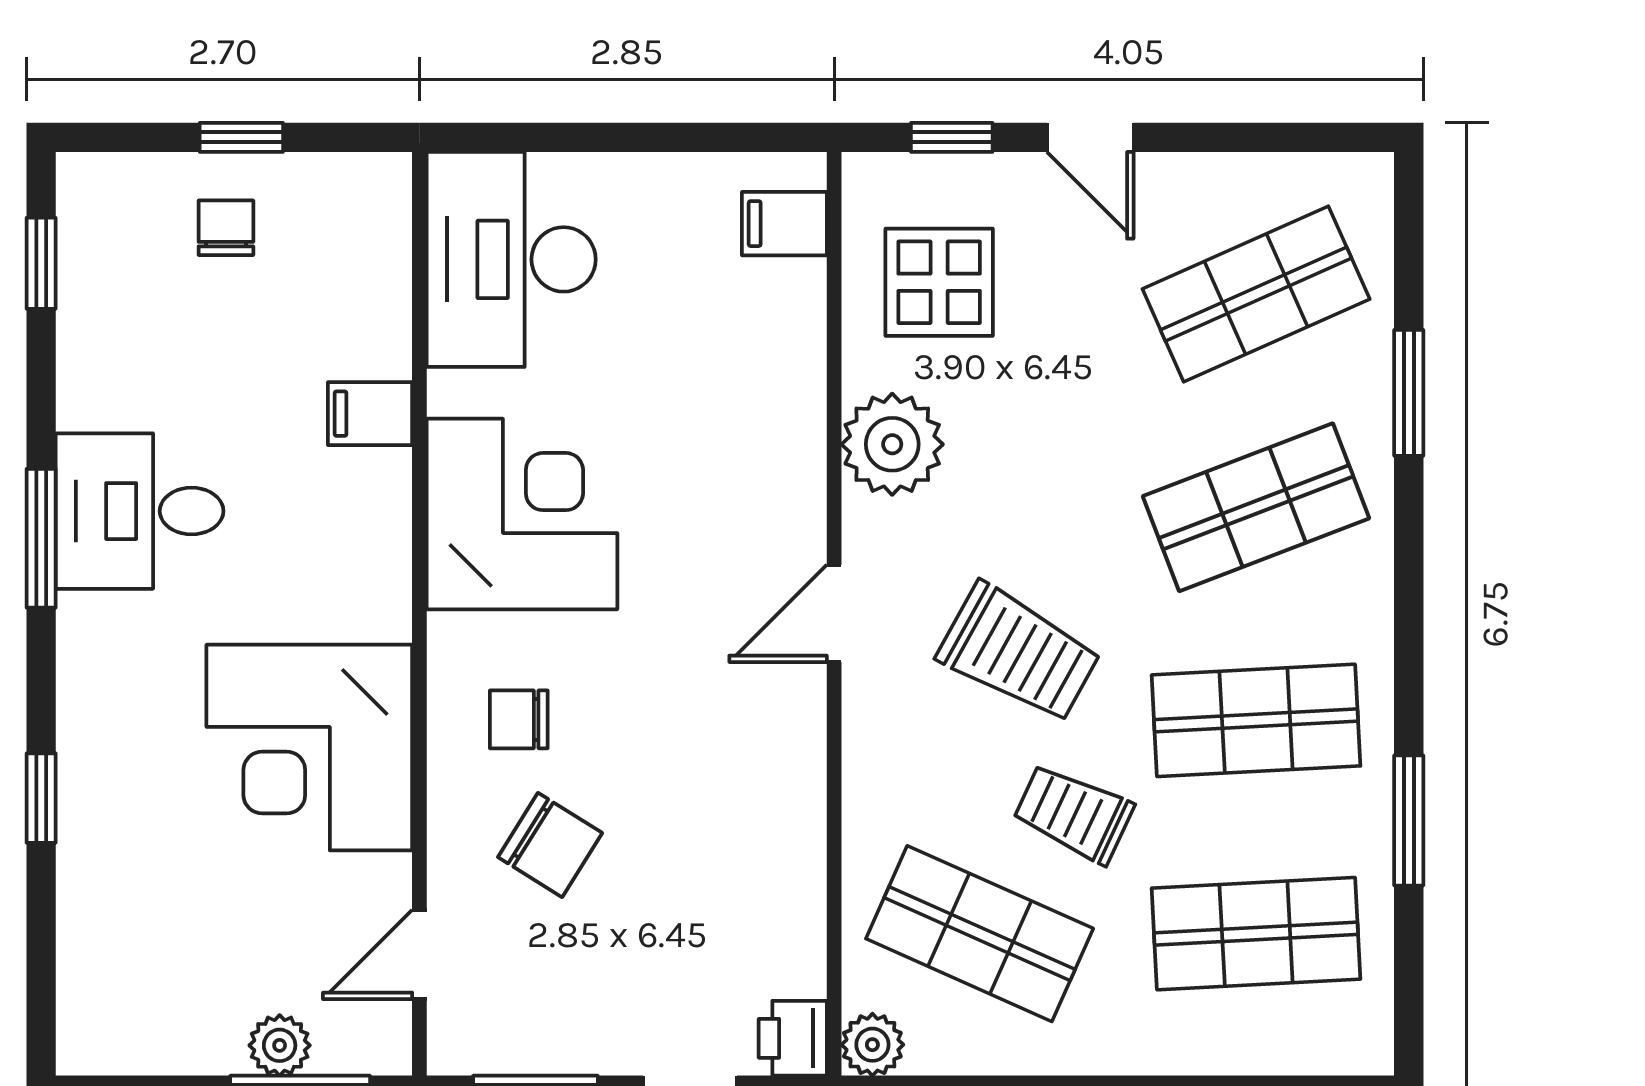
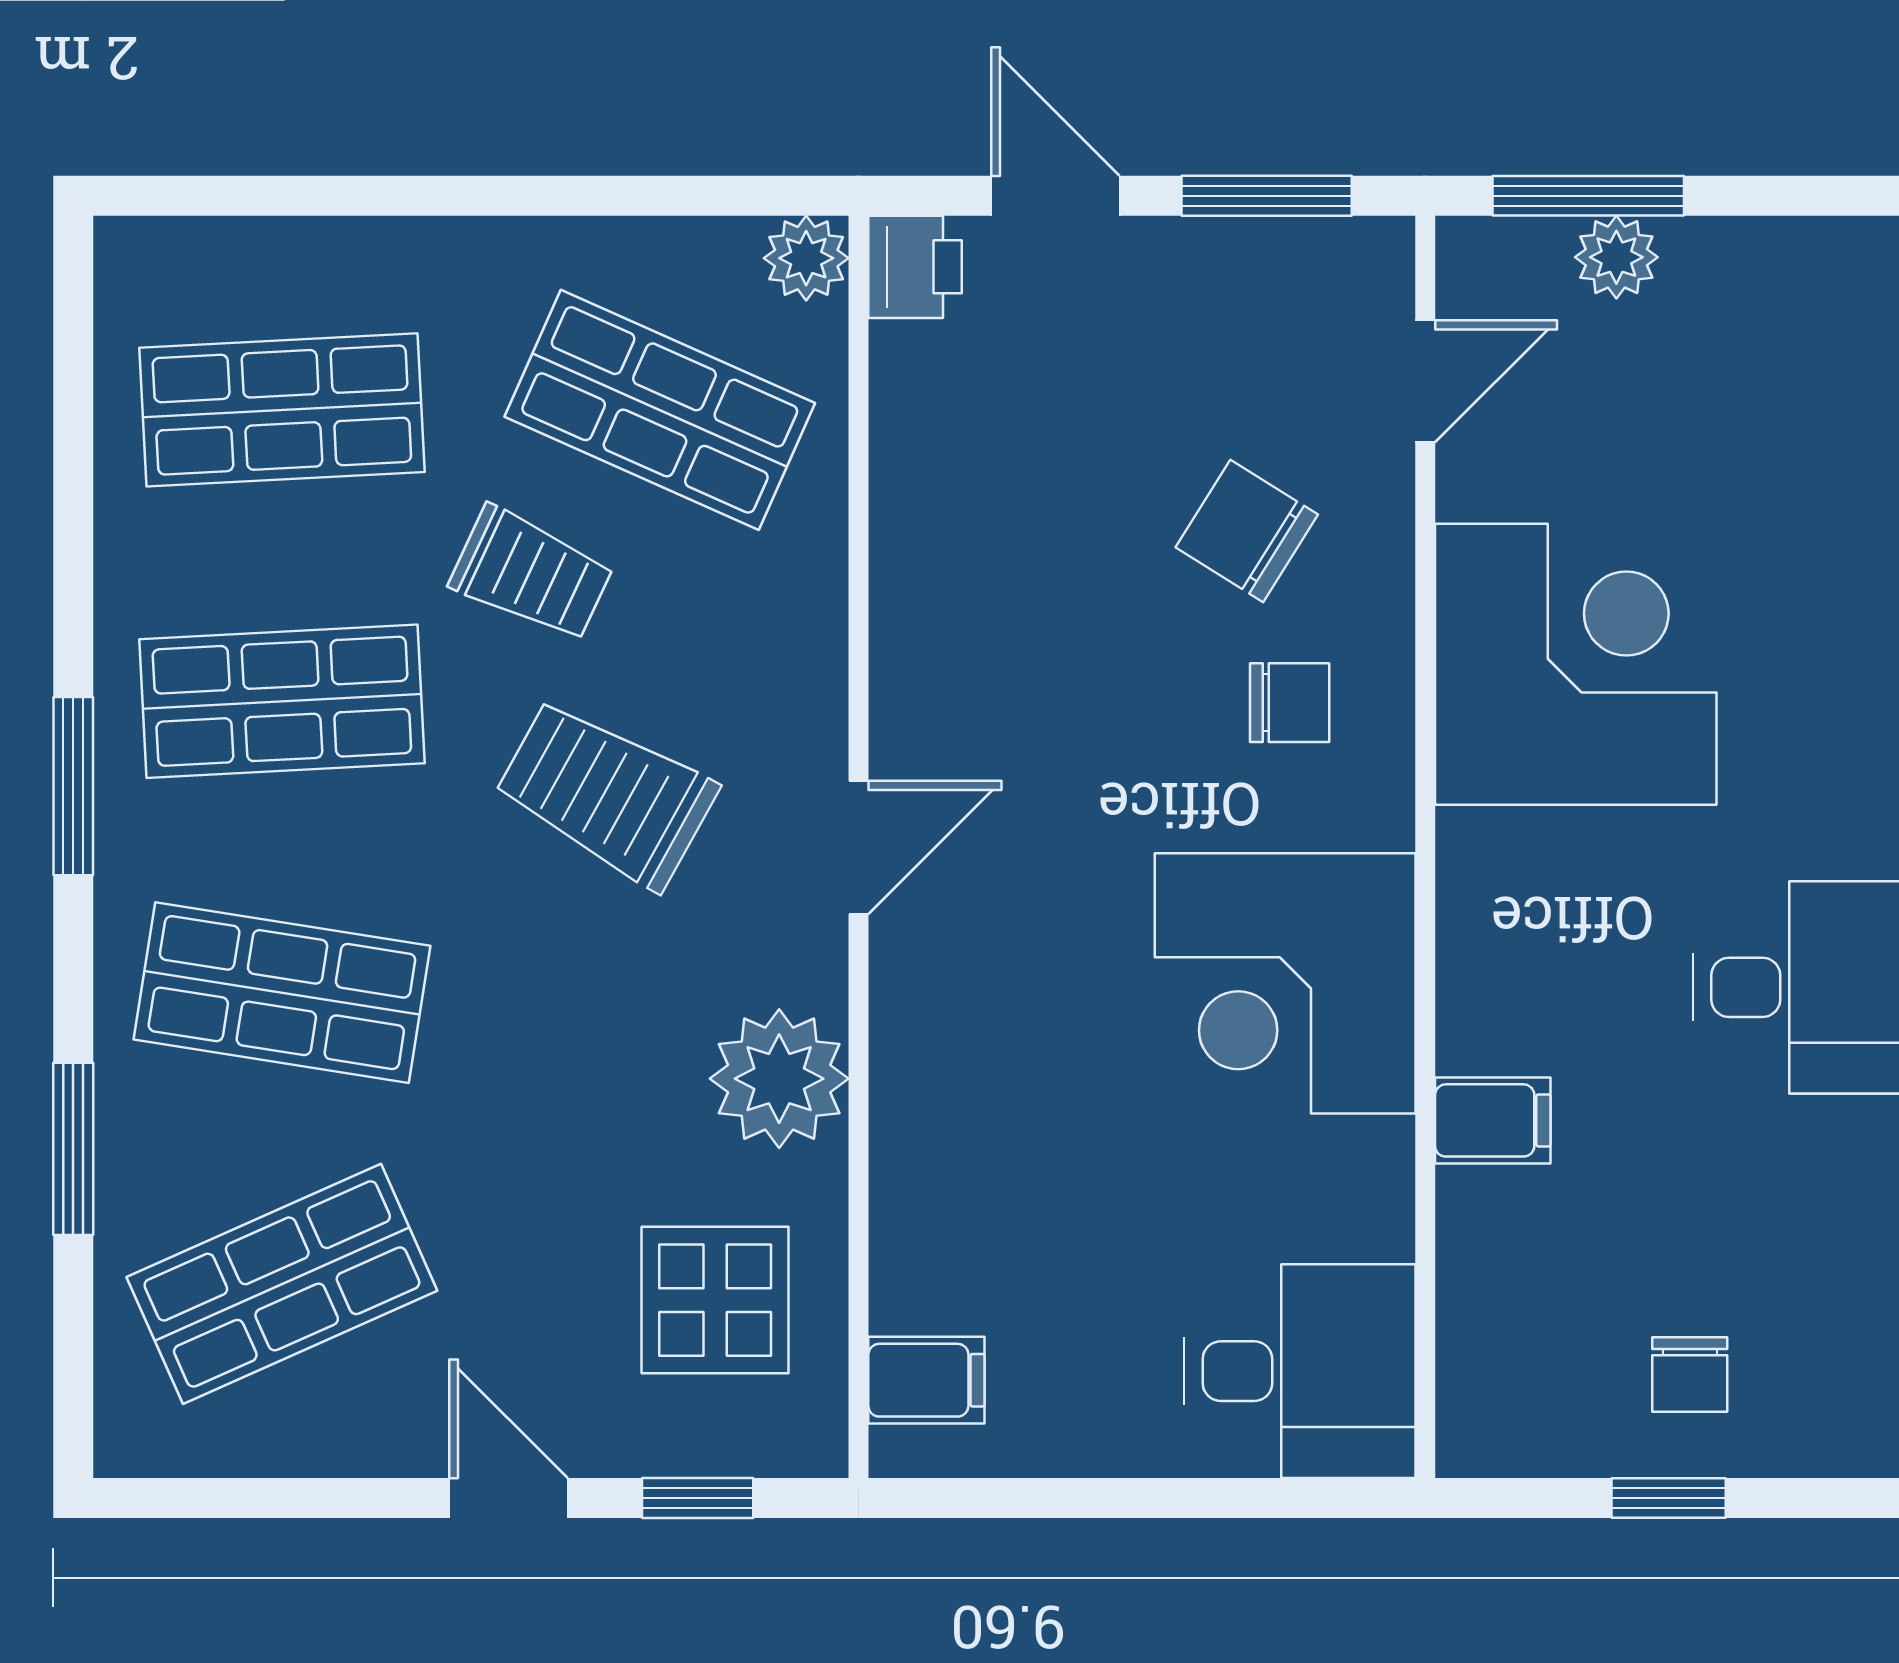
desk: (511, 259) -> (1300, 1371), width x0.73
shop shelf: (1256, 507) -> (282, 993), turned 30
window: (1409, 820) -> (73, 786), moved

